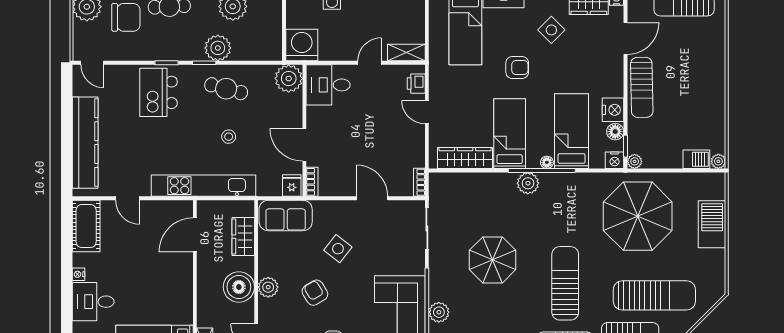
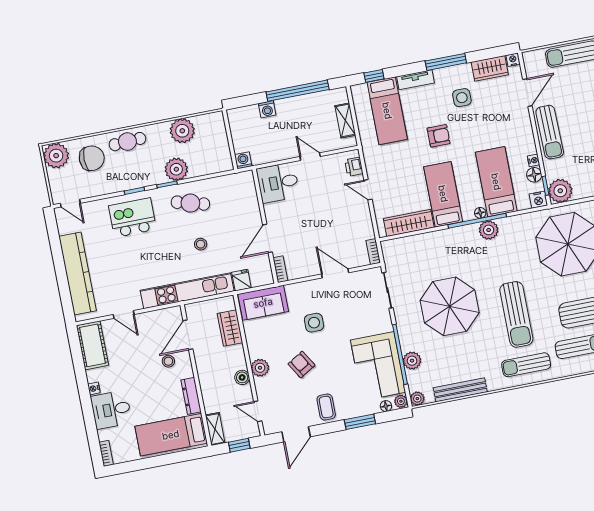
side table: (551, 30) -> (462, 98), turned 45
washing machine: (302, 45) -> (243, 160), width x0.53, depth x0.53
shelving: (406, 53) -> (345, 120), moved, turned 90
door: (370, 63) -> (310, 157), hinge flipped
plant: (289, 78) -> (243, 184), removed
kitchen island: (159, 92) -> (133, 218), turned 90
nightstand: (613, 110) -> (534, 160), width x0.53, depth x0.56
door: (304, 145) -> (268, 238), hinge flipped
plant: (635, 161) -> (560, 191), width x1.88, depth x1.88
plant: (528, 183) -> (489, 230), moved
fridge: (292, 186) -> (241, 280), moved
side table: (338, 249) -> (314, 323), turned -38
stool: (167, 260) -> (168, 361), added
parasol: (493, 260) -> (450, 306), width x1.36, depth x1.36
sun lounger: (565, 283) -> (516, 314), turned 180
boiler: (239, 287) -> (242, 377), width x0.54, depth x0.54
dresser: (185, 304) -> (191, 396), added

